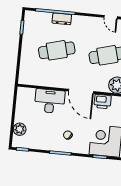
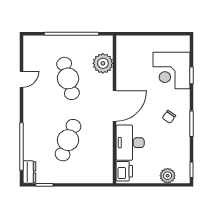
dresser: (62, 19) -> (29, 172), moved
cafe table: (57, 50) -> (68, 140), turned 36
printer: (103, 101) -> (124, 171), moved

